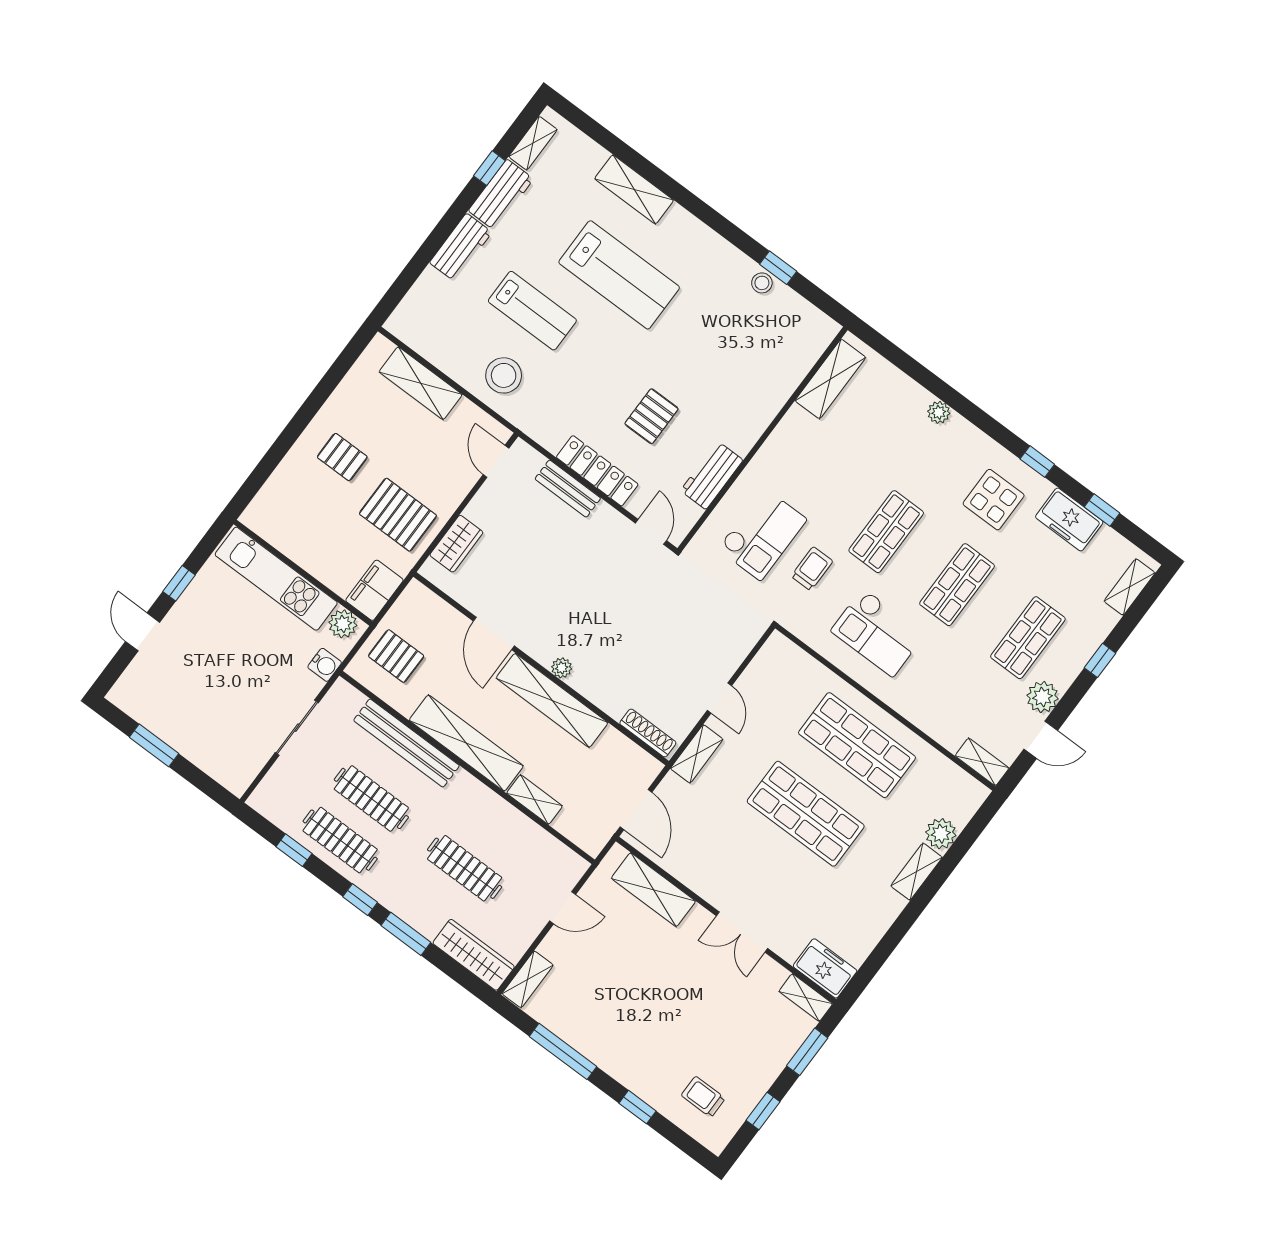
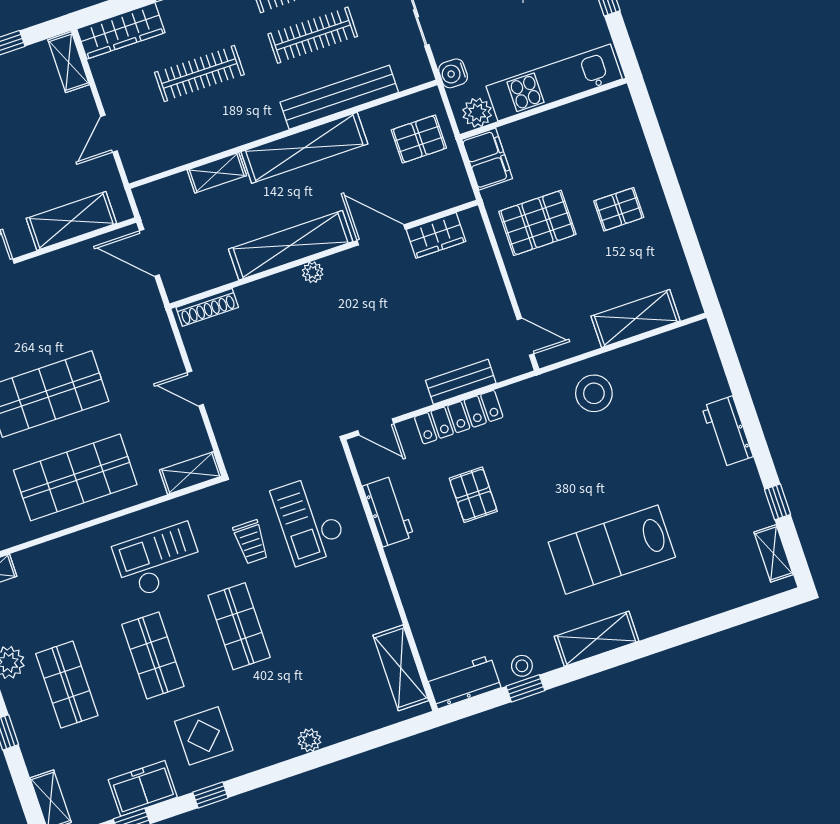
shelving: (634, 189) -> (597, 639), moved
workbench: (501, 195) -> (464, 682), moved, turned 90
lab bench: (532, 311) -> (632, 455), removed
wardrobe: (456, 544) -> (436, 235), moved, turned -90
shelving: (697, 754) -> (191, 473), moved, turned 90

